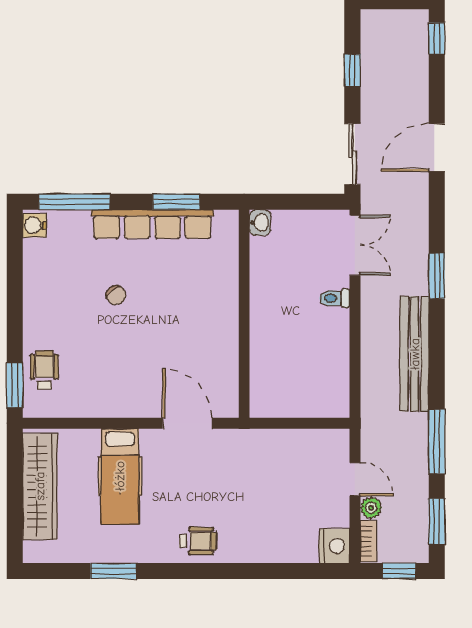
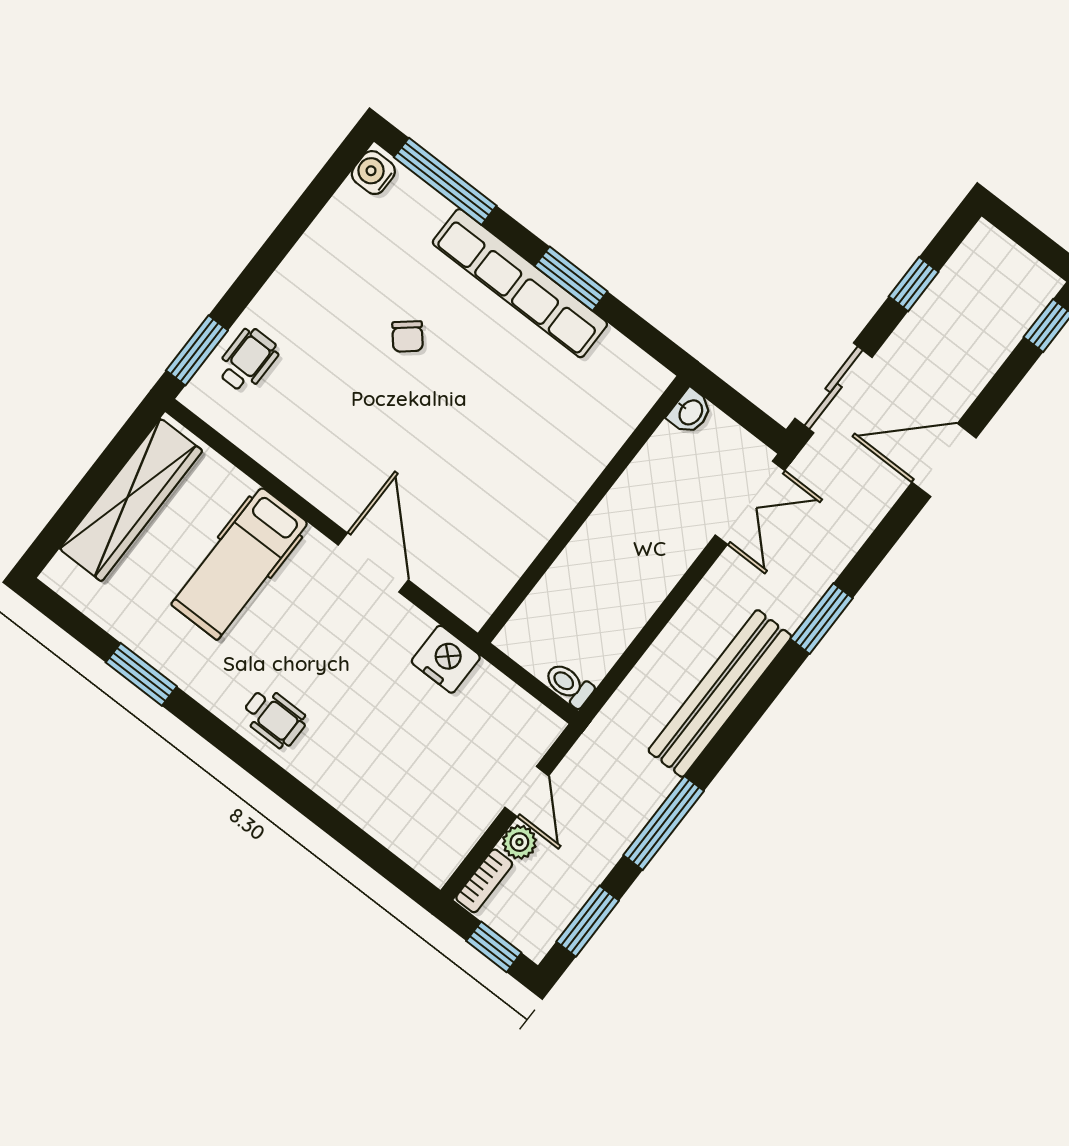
washbasin: (260, 223) -> (690, 412), moved
toilet: (335, 298) -> (569, 685), moved
wall: (244, 314) -> (584, 509), moved
nightstand: (334, 546) -> (446, 659), moved, turned -90

